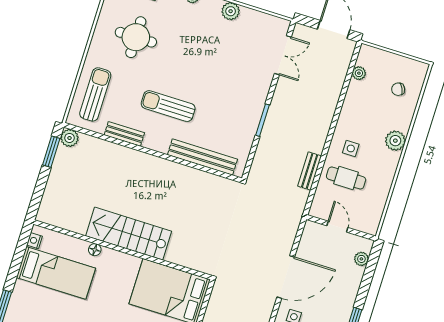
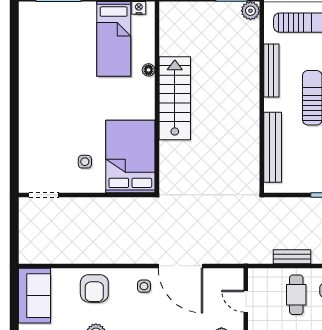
bench: (124, 134) -> (271, 70), width x1.36
door: (337, 227) -> (246, 301), swing flipped

